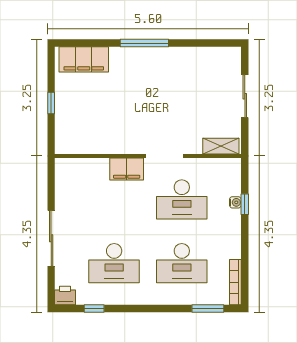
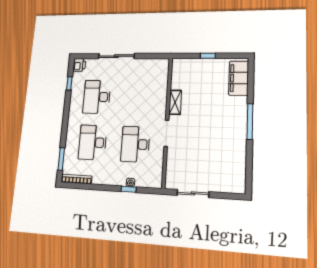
sliding door: (245, 96) -> (193, 193), moved
shelving: (221, 146) -> (175, 102), moved
filing cabinet: (127, 169) -> (159, 107), removed

